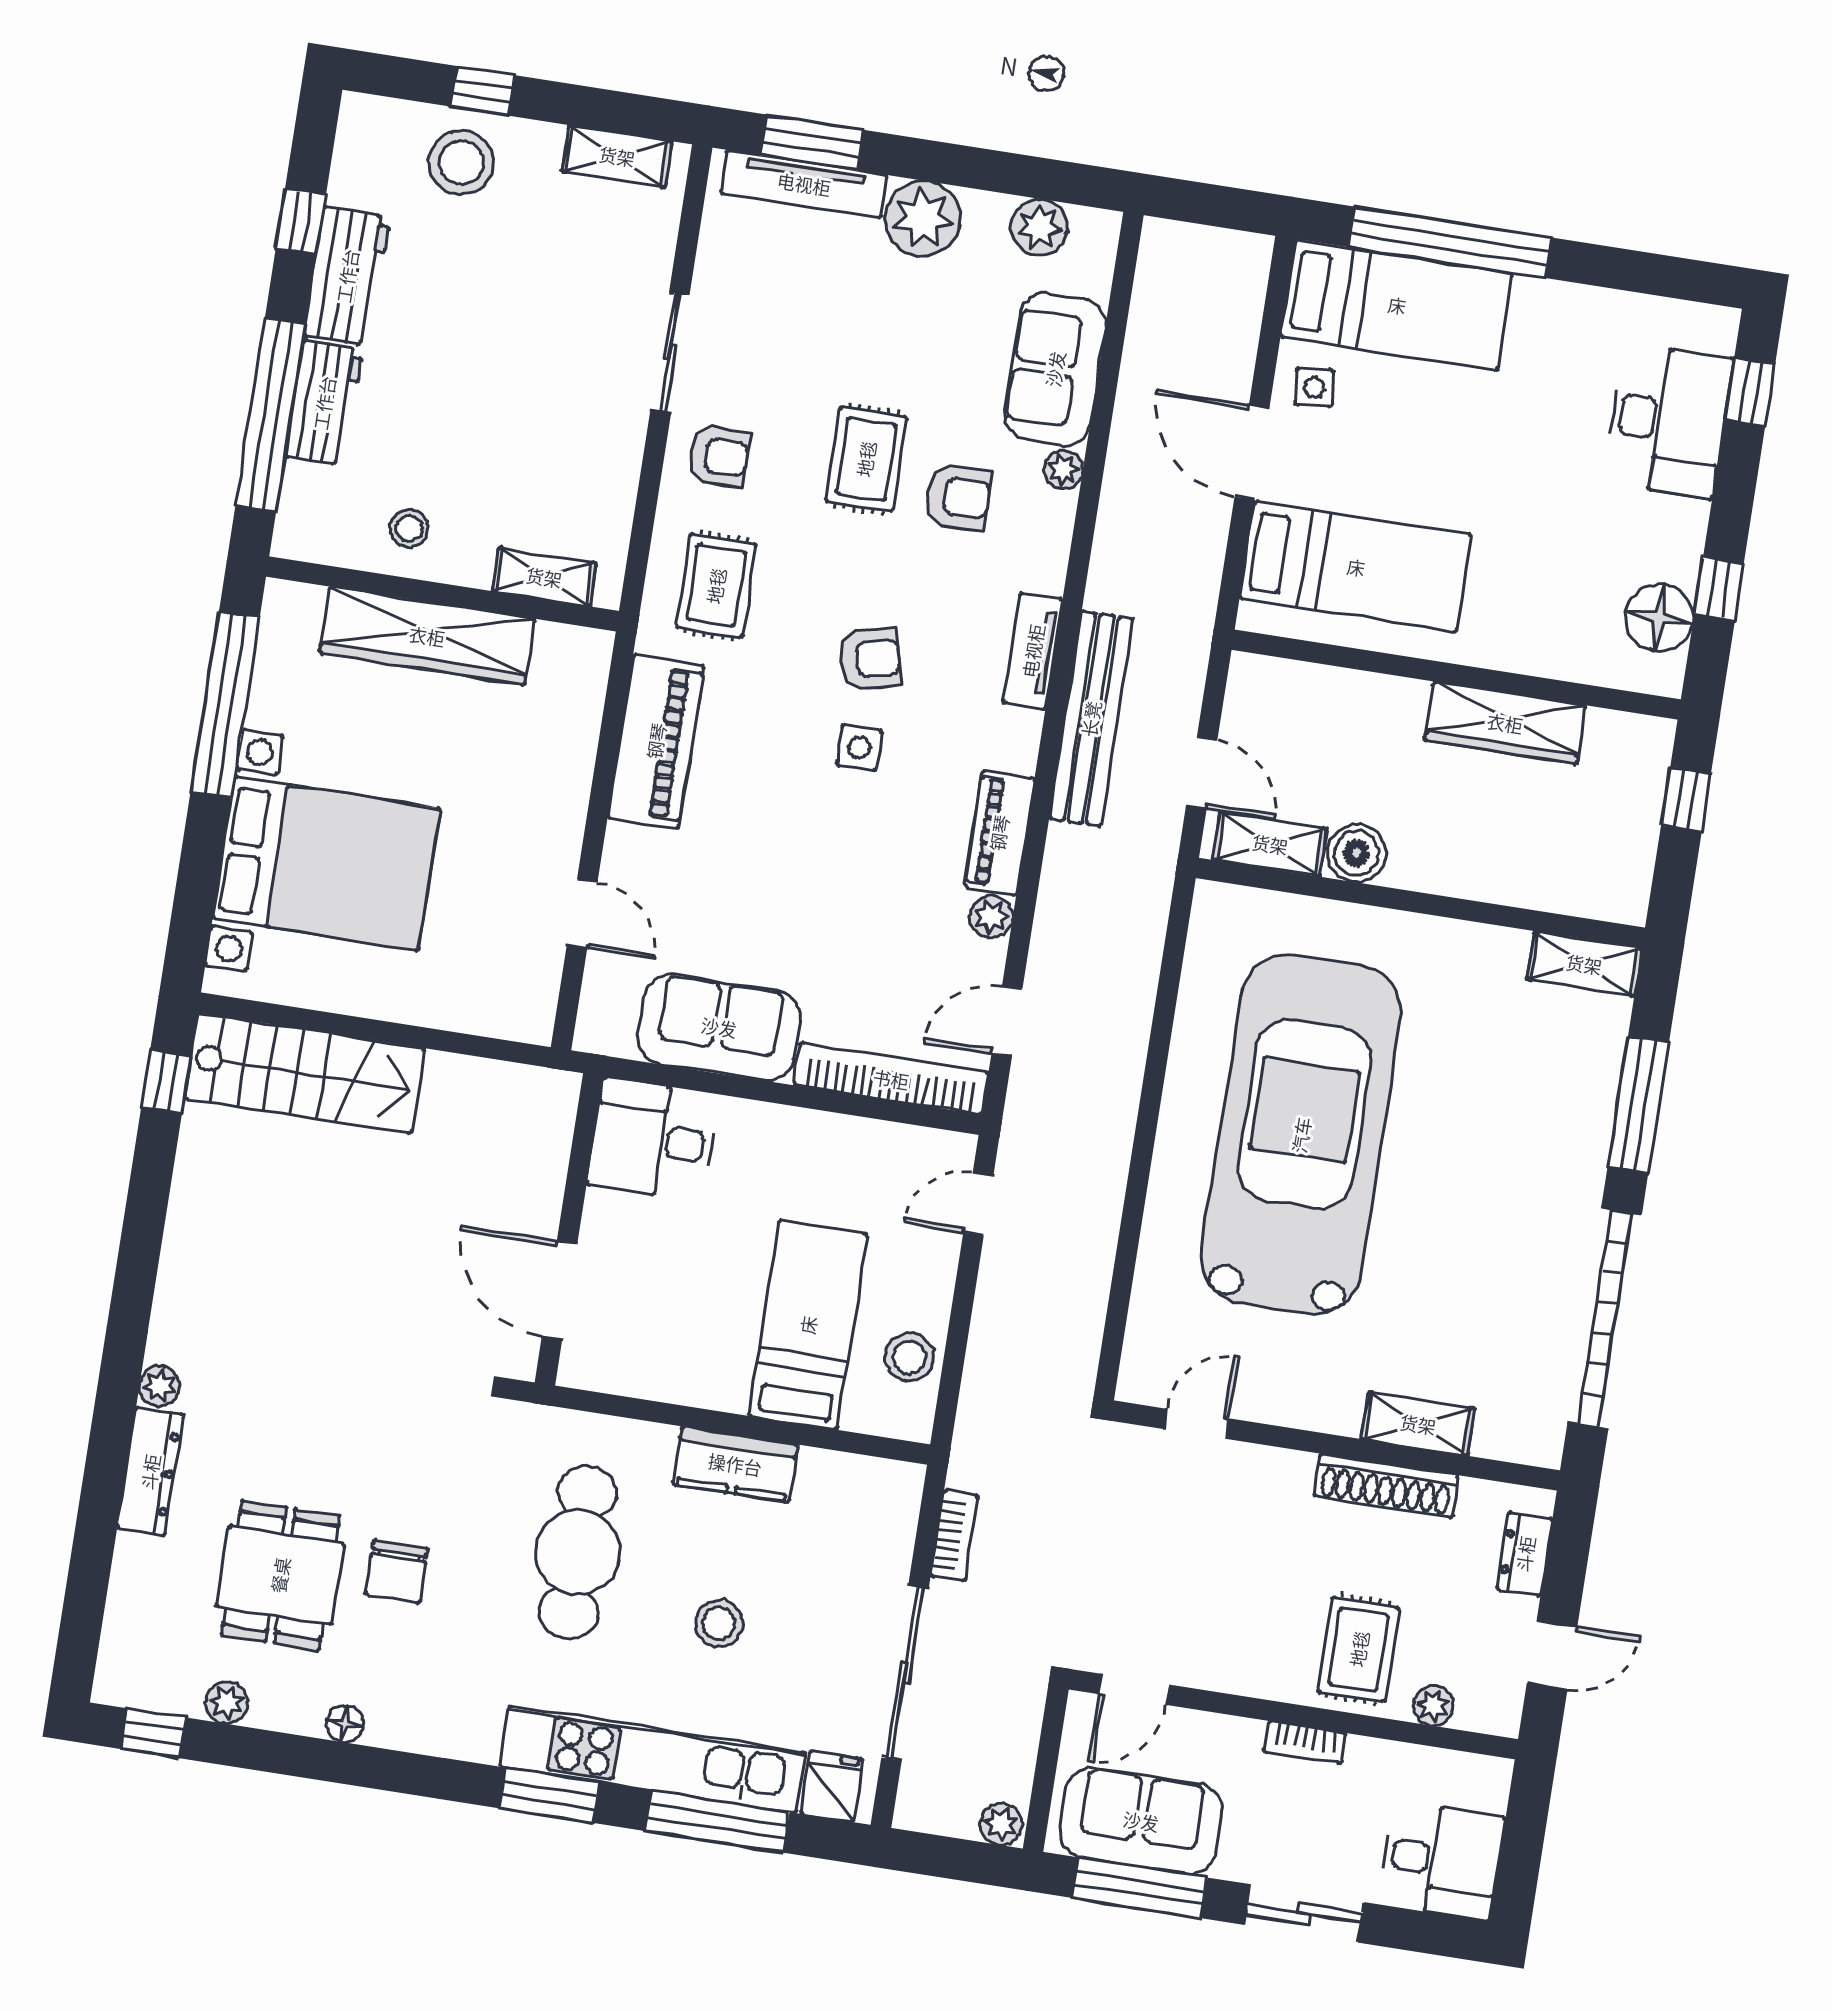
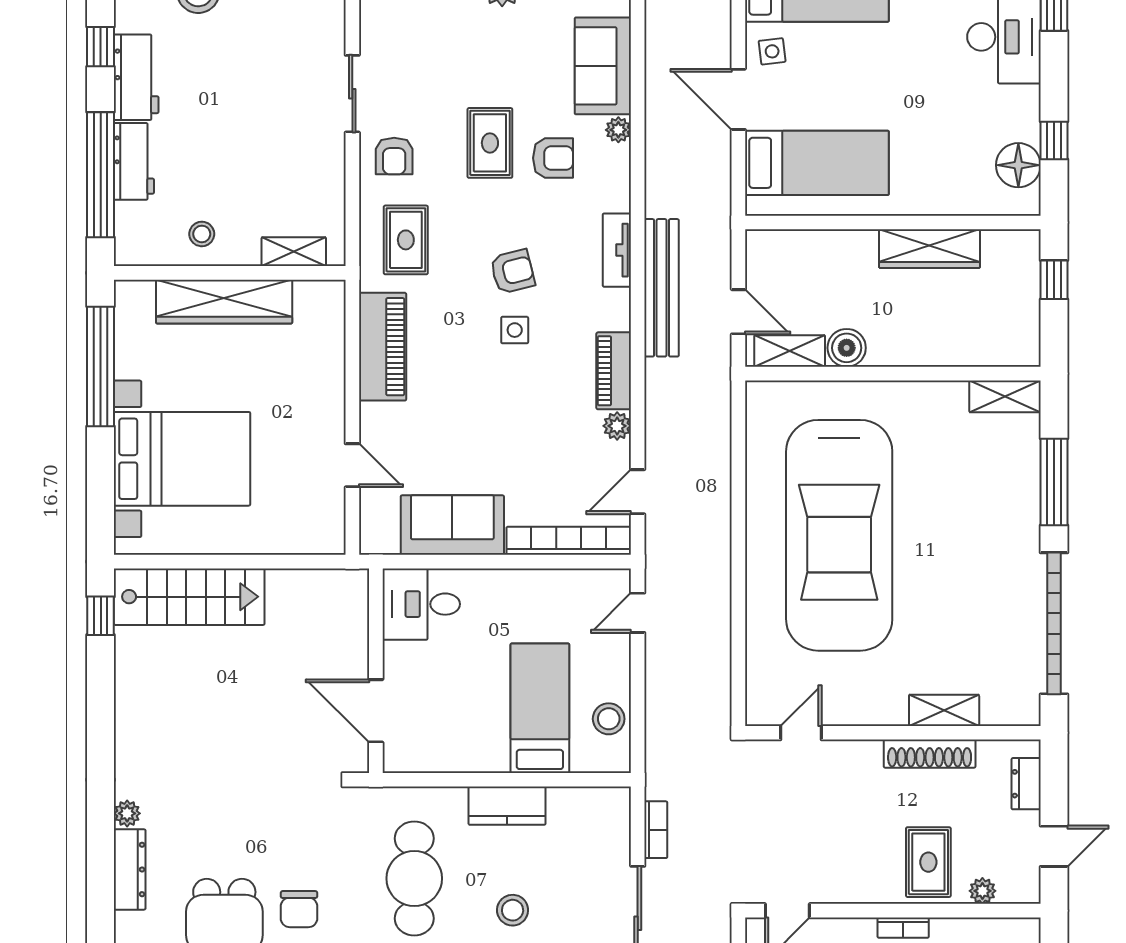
armchair: (718, 456) -> (394, 156), turned 90
car: (1301, 1135) -> (839, 535), turned 180

